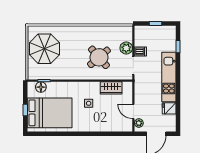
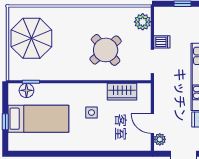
plant: (126, 48) -> (143, 22), moved
bed: (50, 113) -> (38, 119), width x0.67

